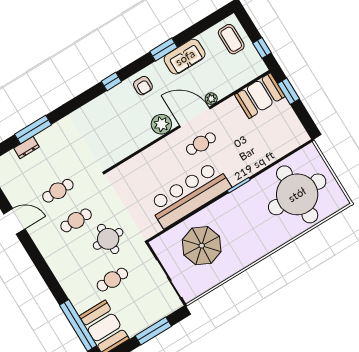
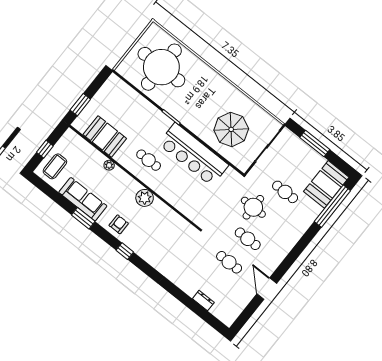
window: (262, 48) -> (45, 149), moved
sofa: (185, 57) -> (83, 199), width x1.36
booth: (260, 96) -> (105, 137), moved
door: (195, 117) -> (129, 173), removed
window: (33, 129) -> (187, 301), removed

